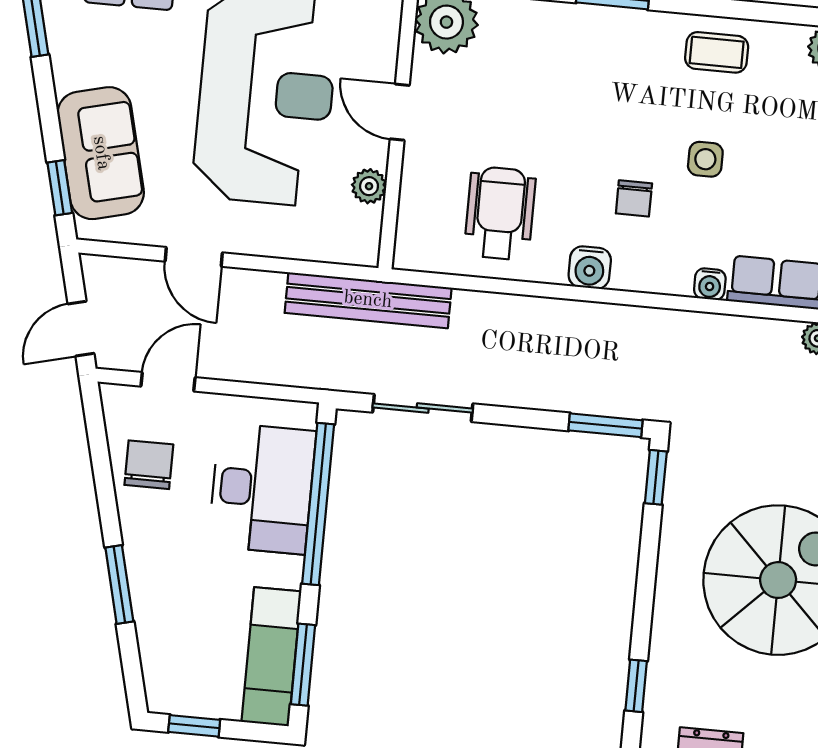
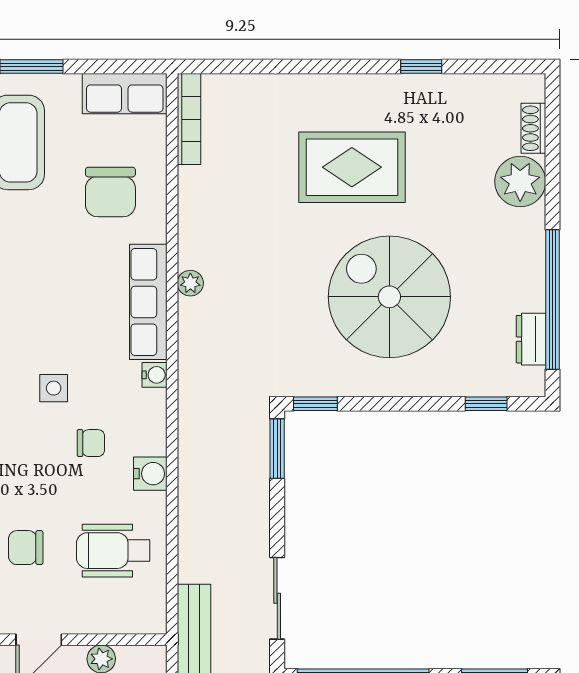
chair: (514, 107) -> (26, 548), added

